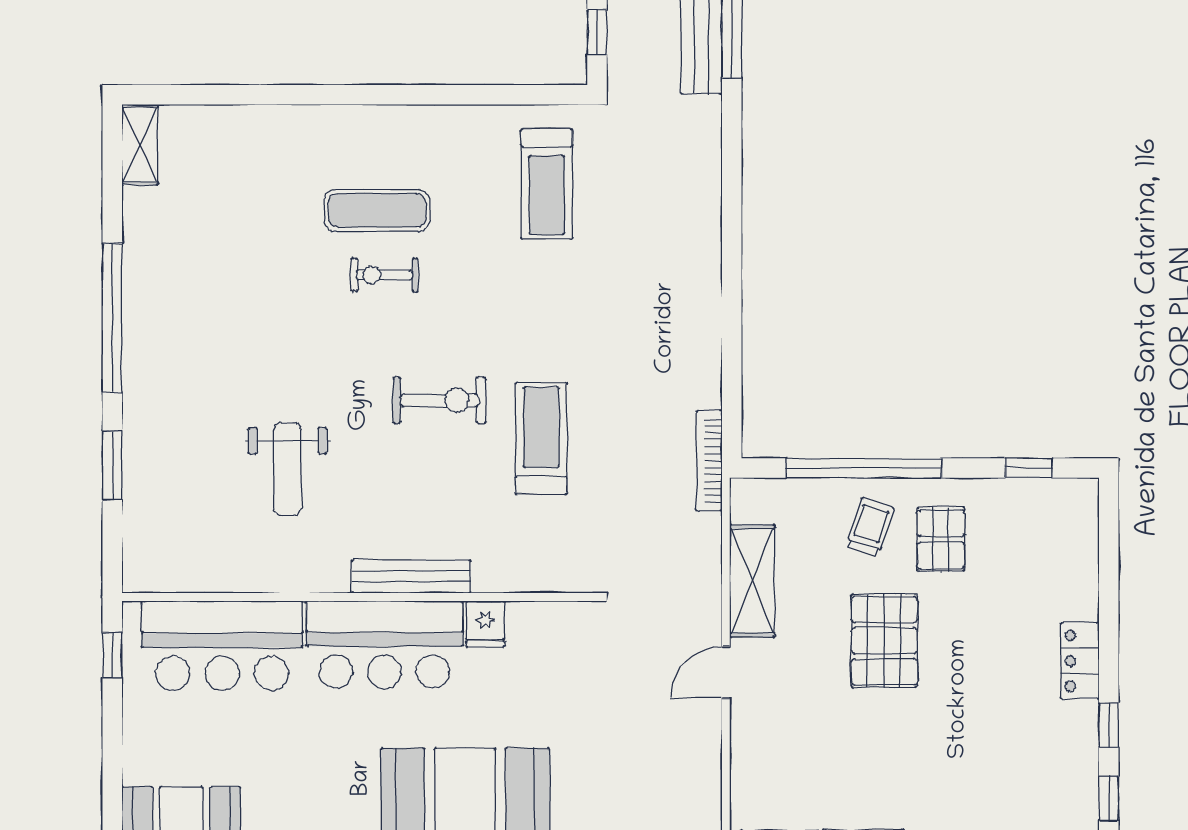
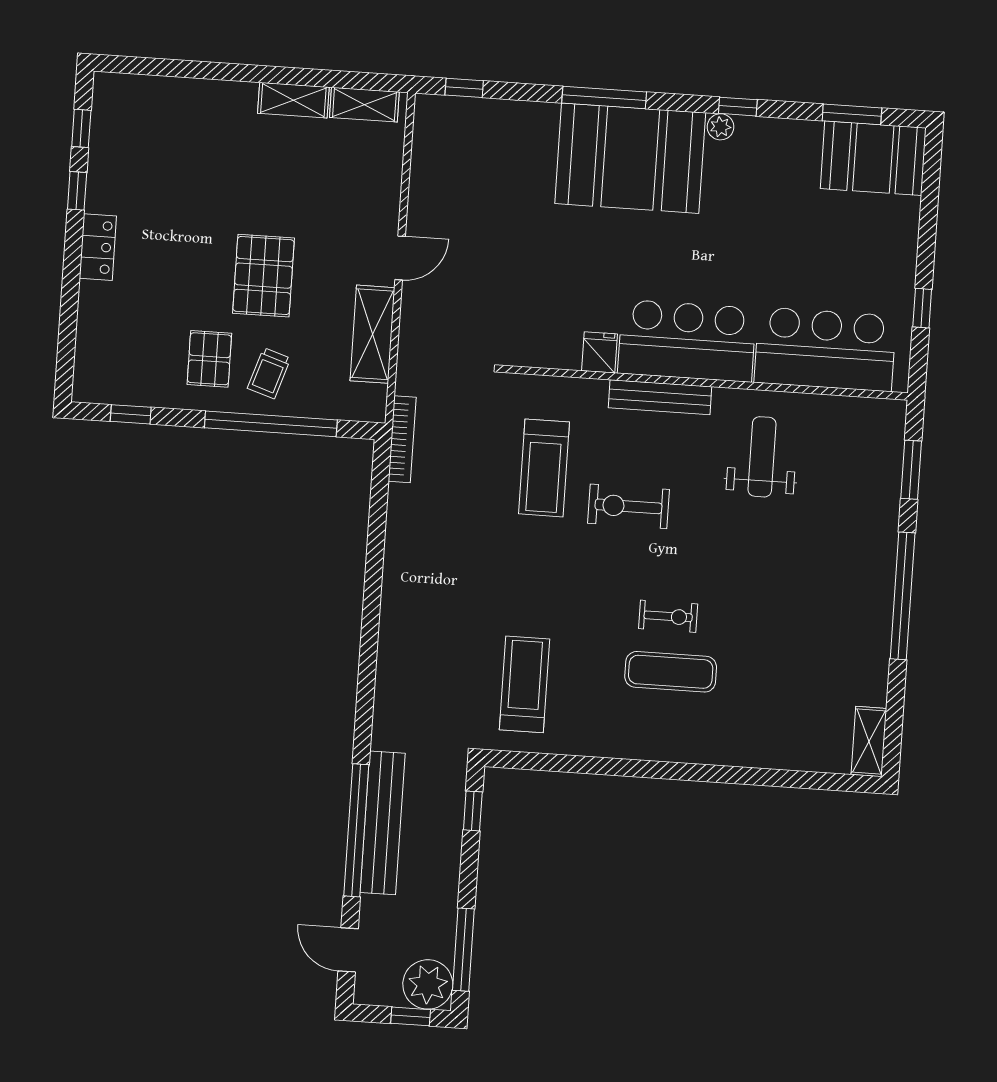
bench: (411, 576) -> (660, 397), moved
wall: (360, 597) -> (705, 383), moved
fridge: (485, 624) -> (600, 352), moved
bar counter: (384, 645) -> (687, 341), moved
bar counter: (222, 646) -> (825, 349), moved

